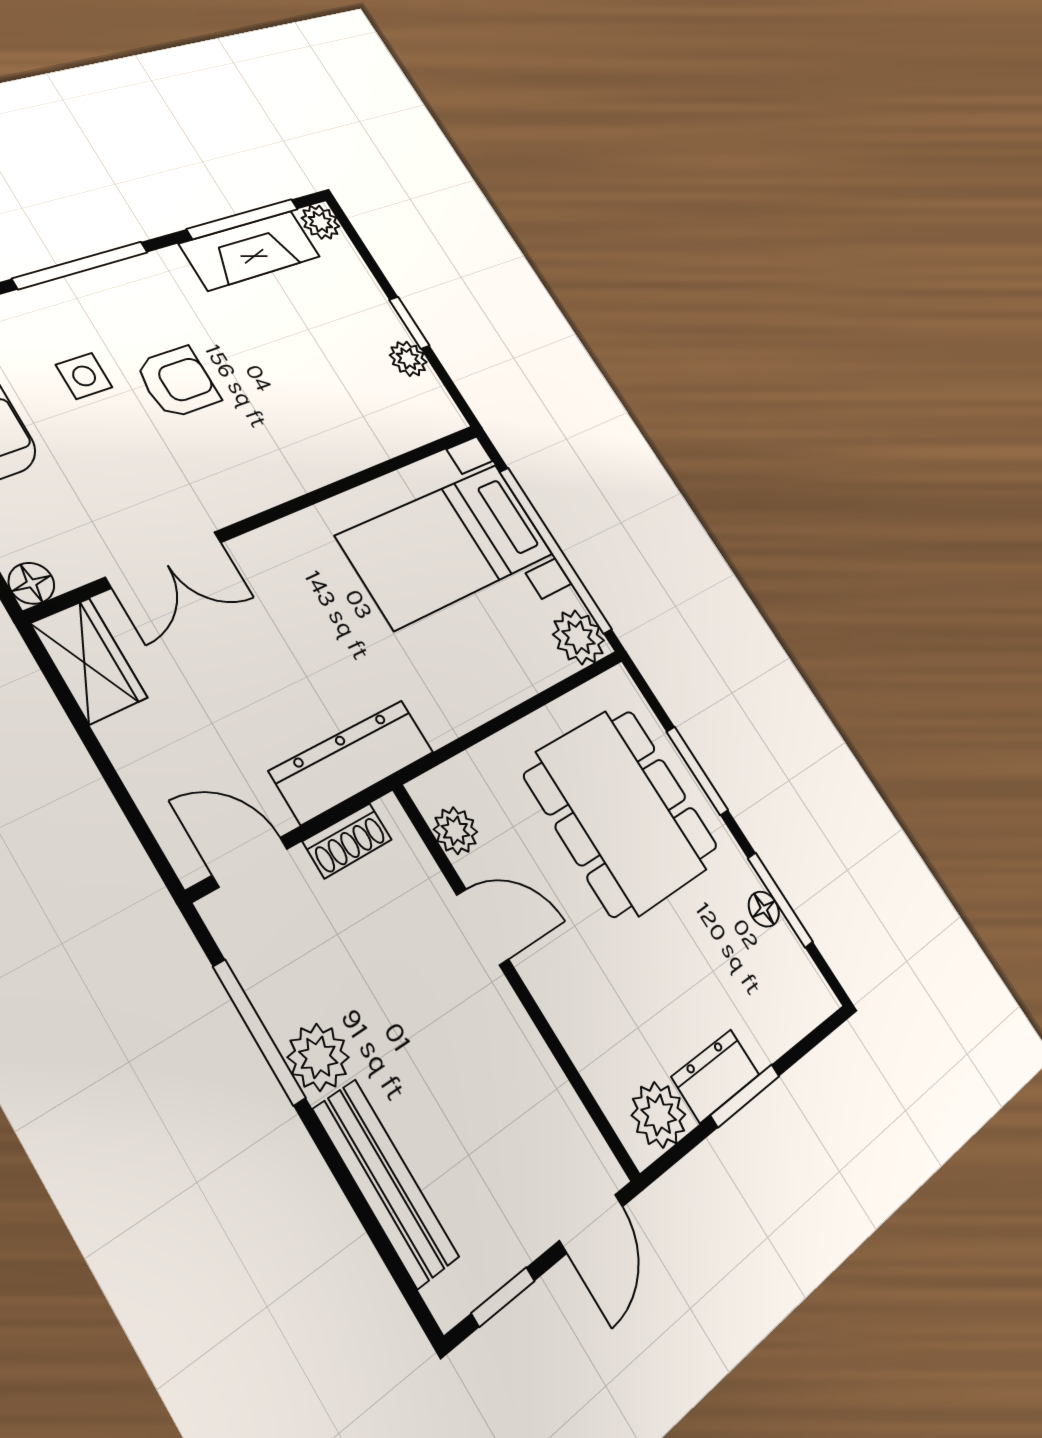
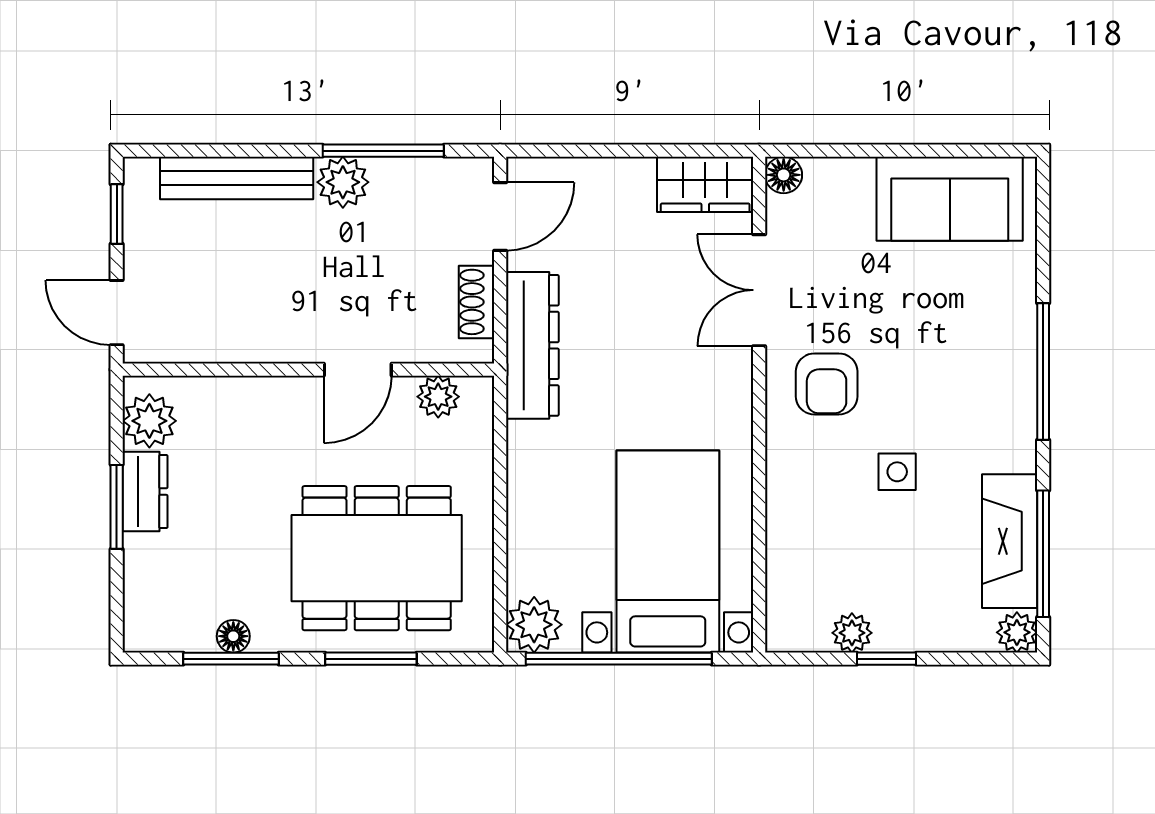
side table: (84, 376) -> (897, 472), moved
armchair: (178, 382) -> (827, 384), moved

